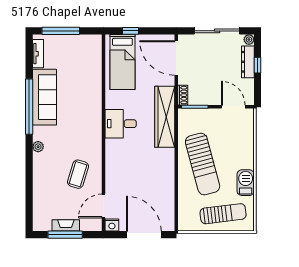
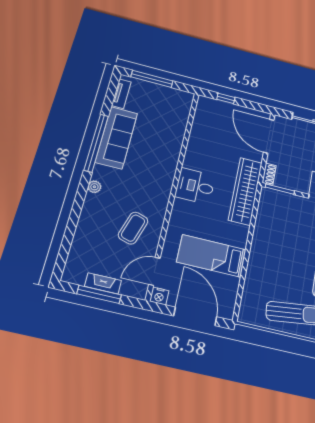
bed: (122, 62) -> (212, 256), moved, turned 90
sun lounger: (203, 164) -> (278, 251), removed

